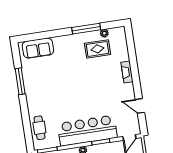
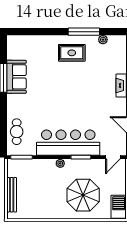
sofa: (38, 48) -> (16, 77), moved, turned -90
rug: (98, 49) -> (72, 53), moved

